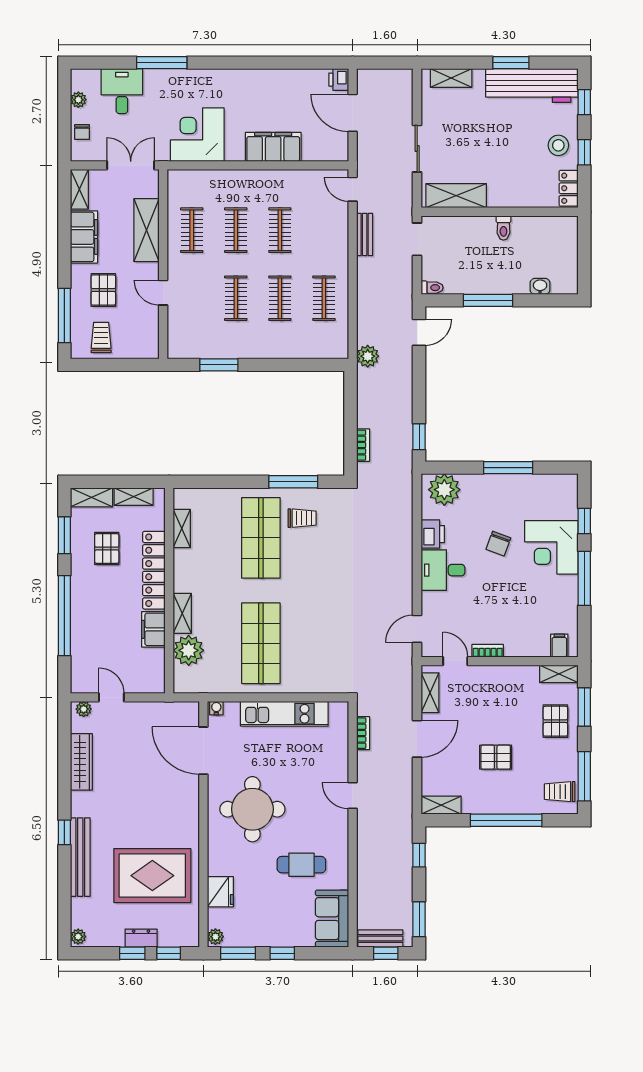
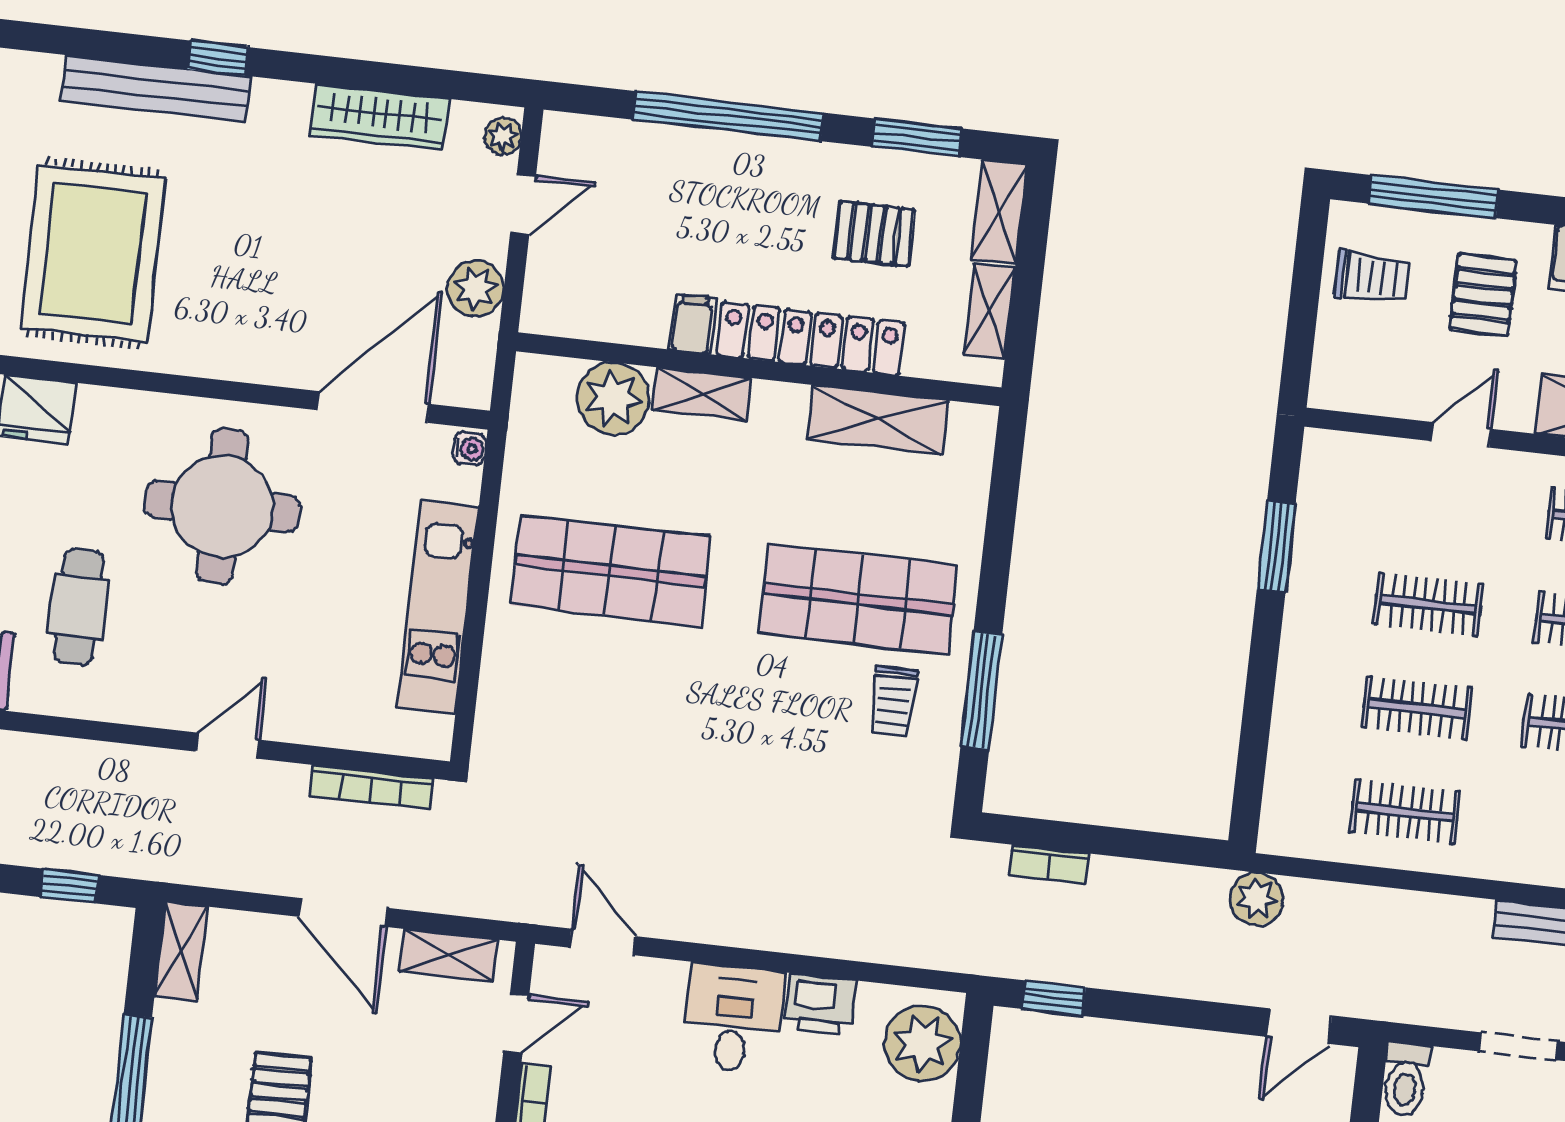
toilet: (432, 288) -> (1406, 1079), width x1.37, depth x1.39
pallet: (103, 290) -> (1483, 295), turned 90
door: (419, 332) -> (1299, 1026), hinge flipped
shelving: (182, 529) -> (878, 420), width x1.50, depth x1.33
filing cabinet: (153, 629) -> (693, 324), width x0.50
plant: (149, 713) -> (476, 288), added
bookcase: (363, 733) -> (372, 787), width x1.56

